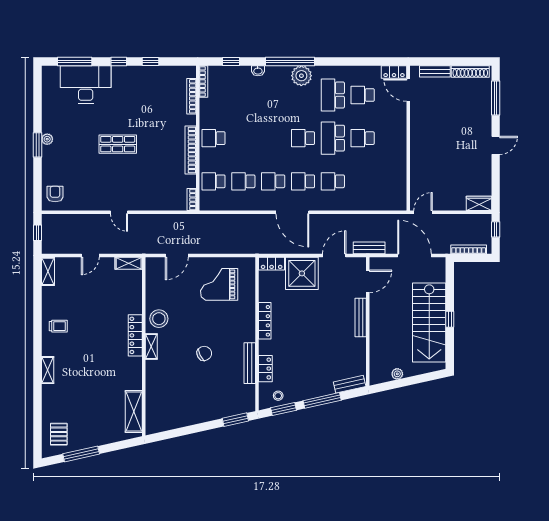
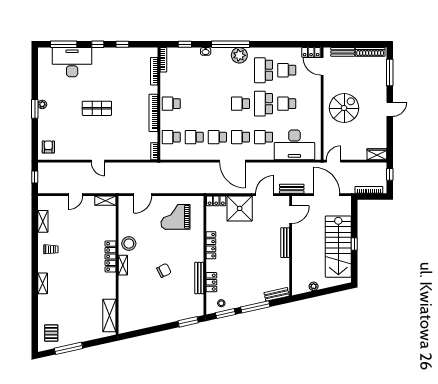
spiral stairs: (437, 144) -> (344, 108), added
desk: (373, 191) -> (294, 145), added
shelving: (48, 271) -> (43, 221), moved

